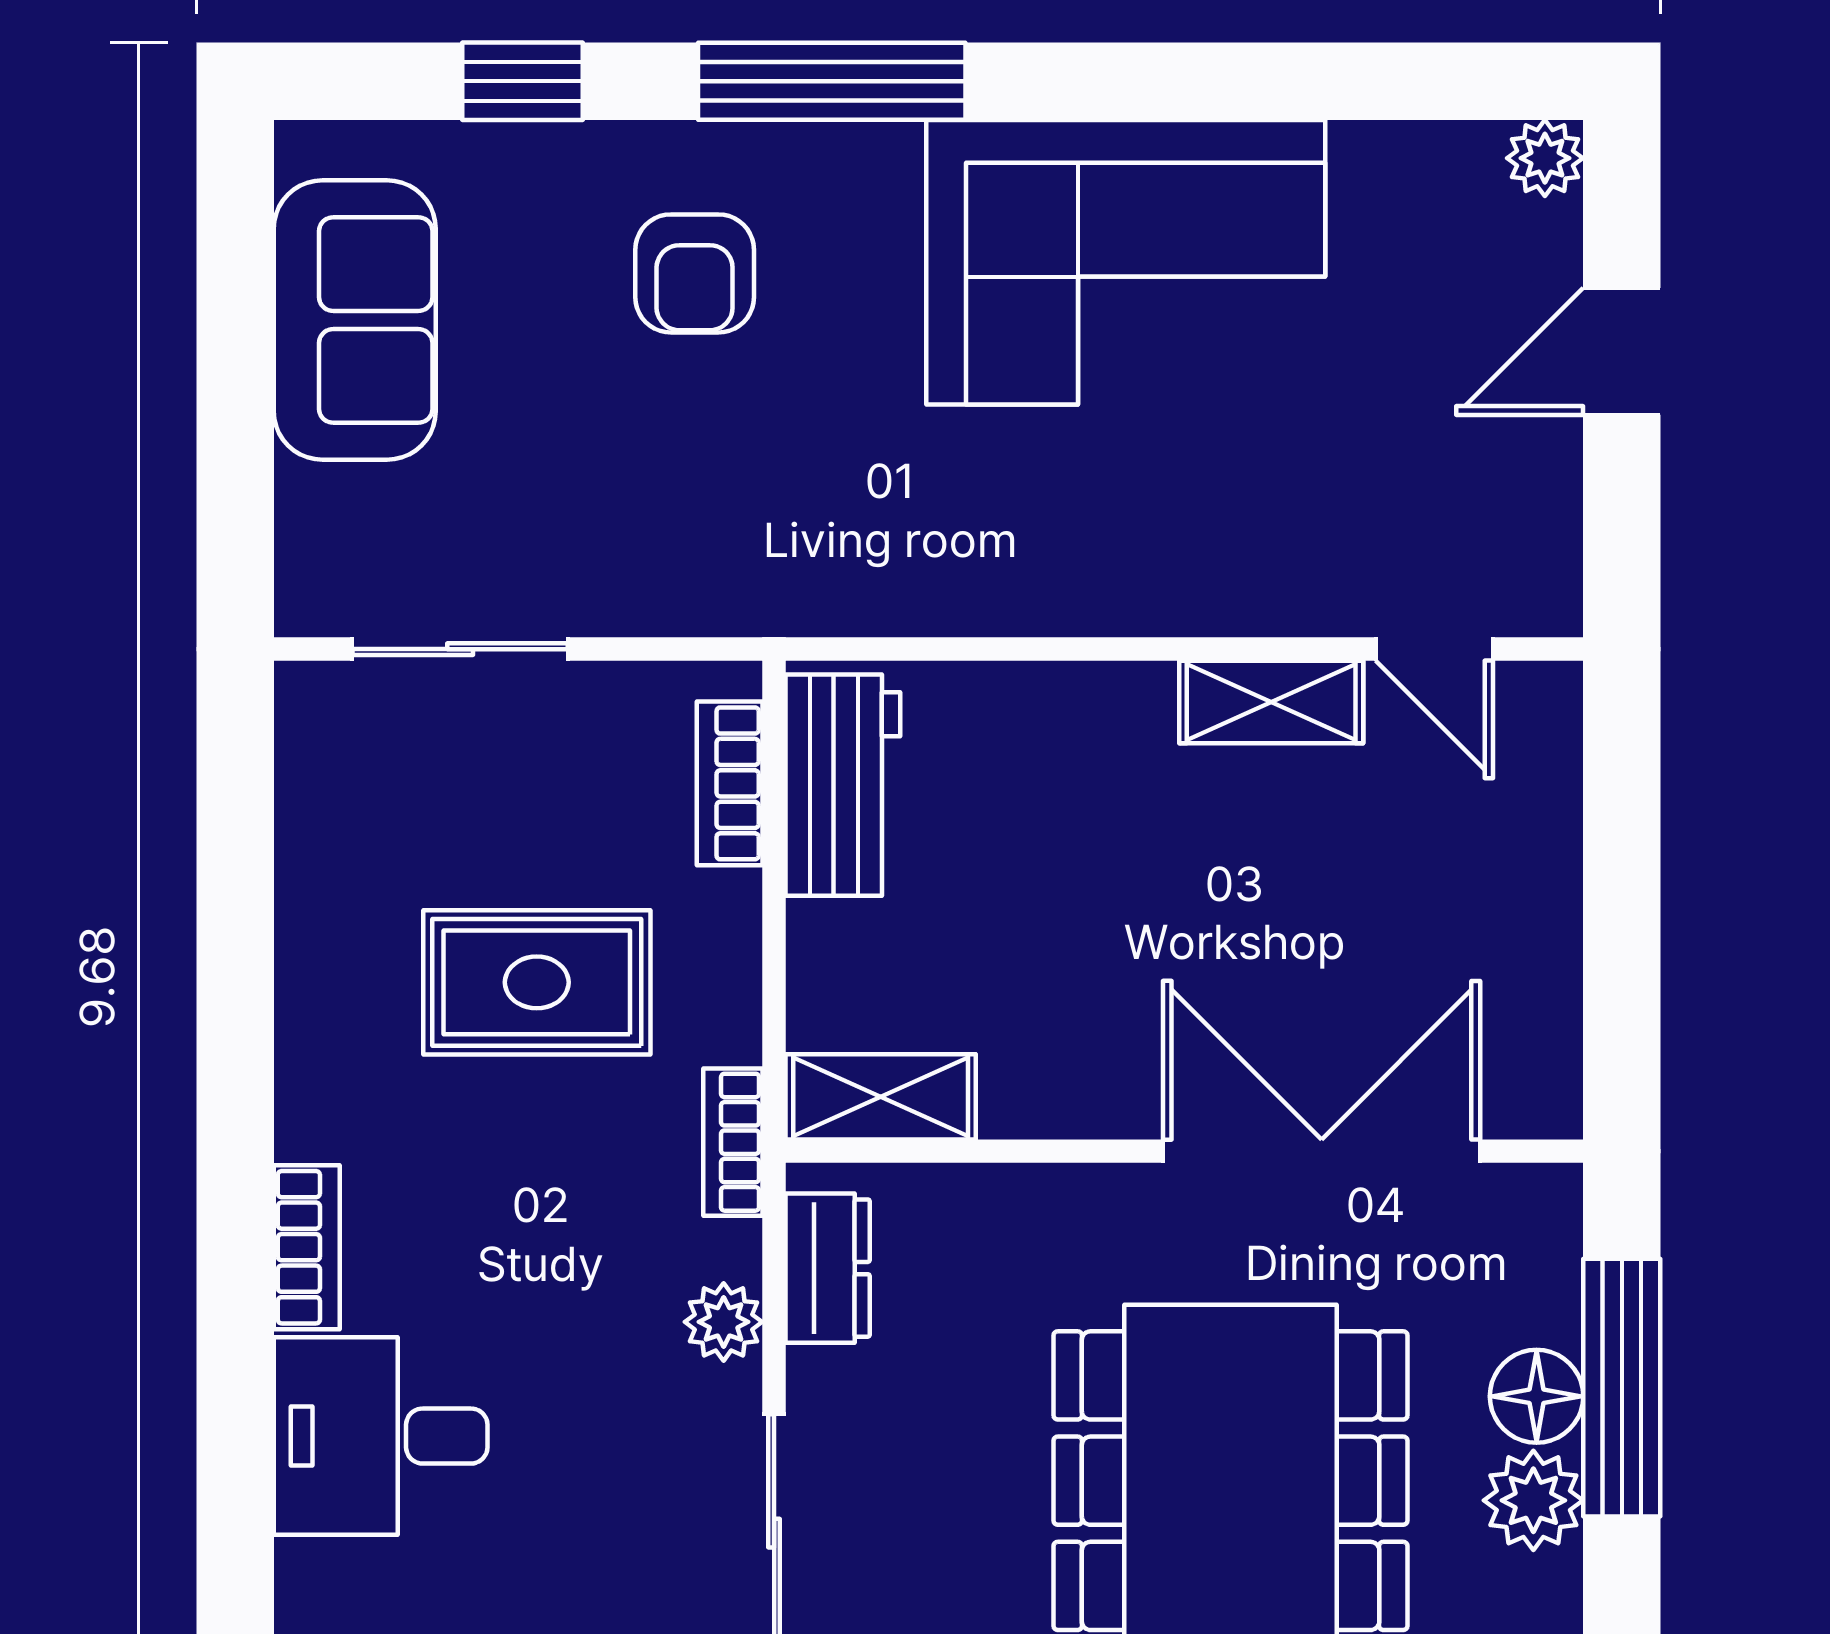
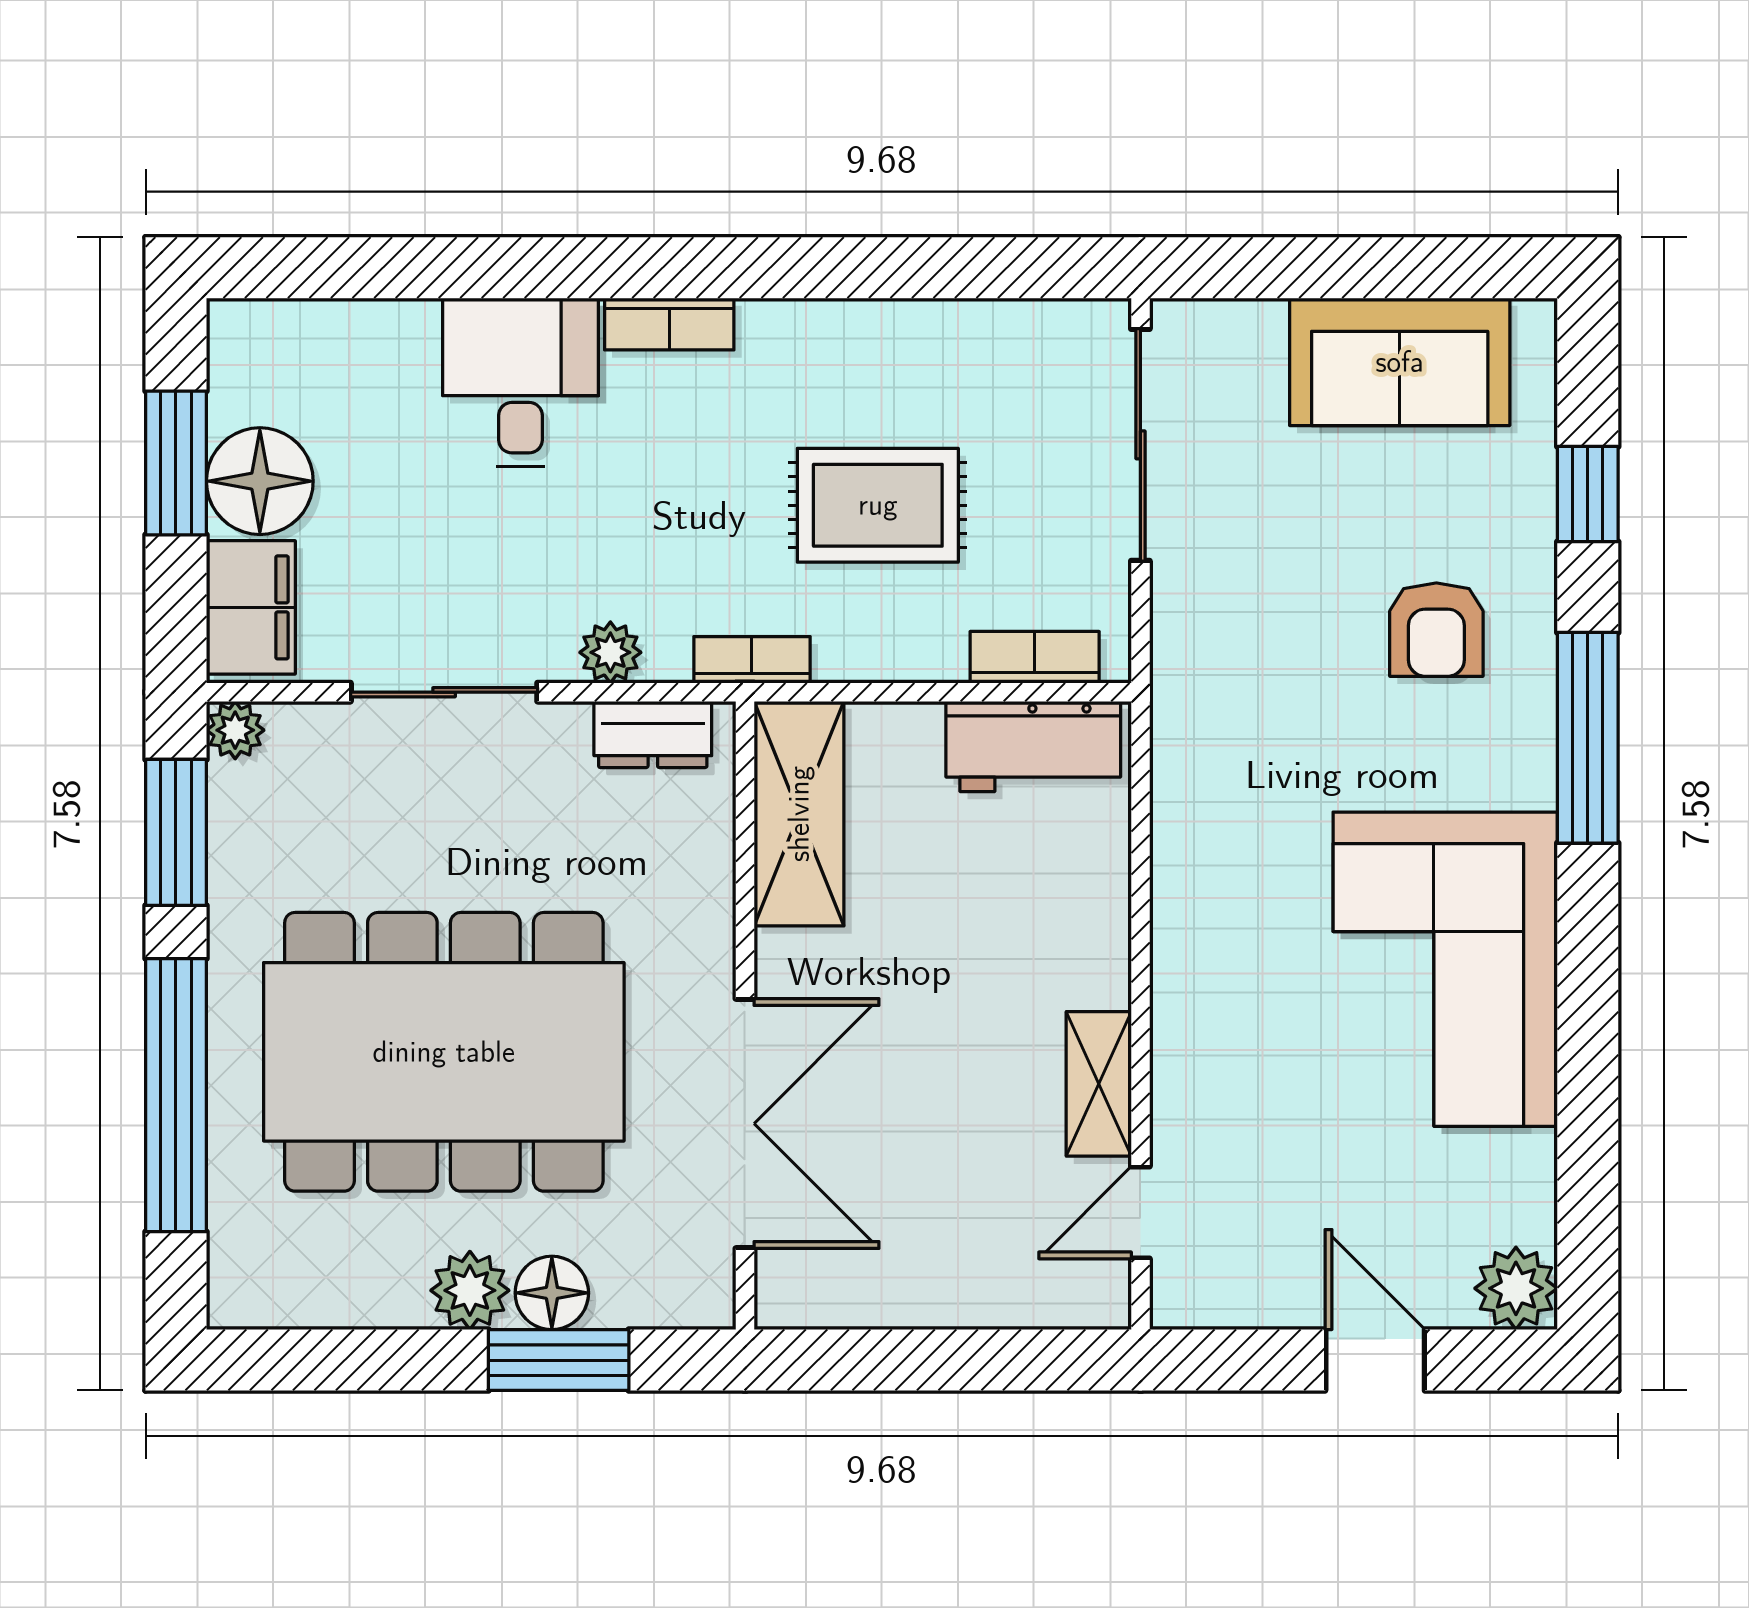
plant: (1545, 158) -> (1516, 1288), width x1.38, depth x1.38
armchair: (695, 273) -> (1436, 630), turned -90
sliding door: (460, 649) -> (1140, 445), width x1.37
rug: (537, 982) -> (878, 505), turned 90
shelving: (881, 1097) -> (799, 814), width x1.50, depth x1.33
window: (1622, 1388) -> (559, 1360), width x0.69

